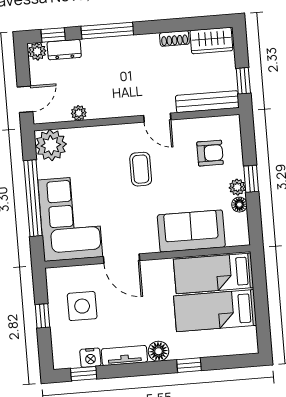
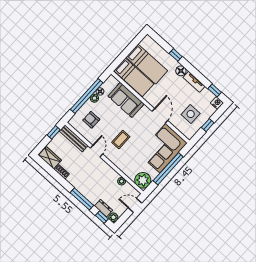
window: (251, 179) -> (87, 96), width x3.17
nightstand: (90, 358) -> (217, 103), moved

